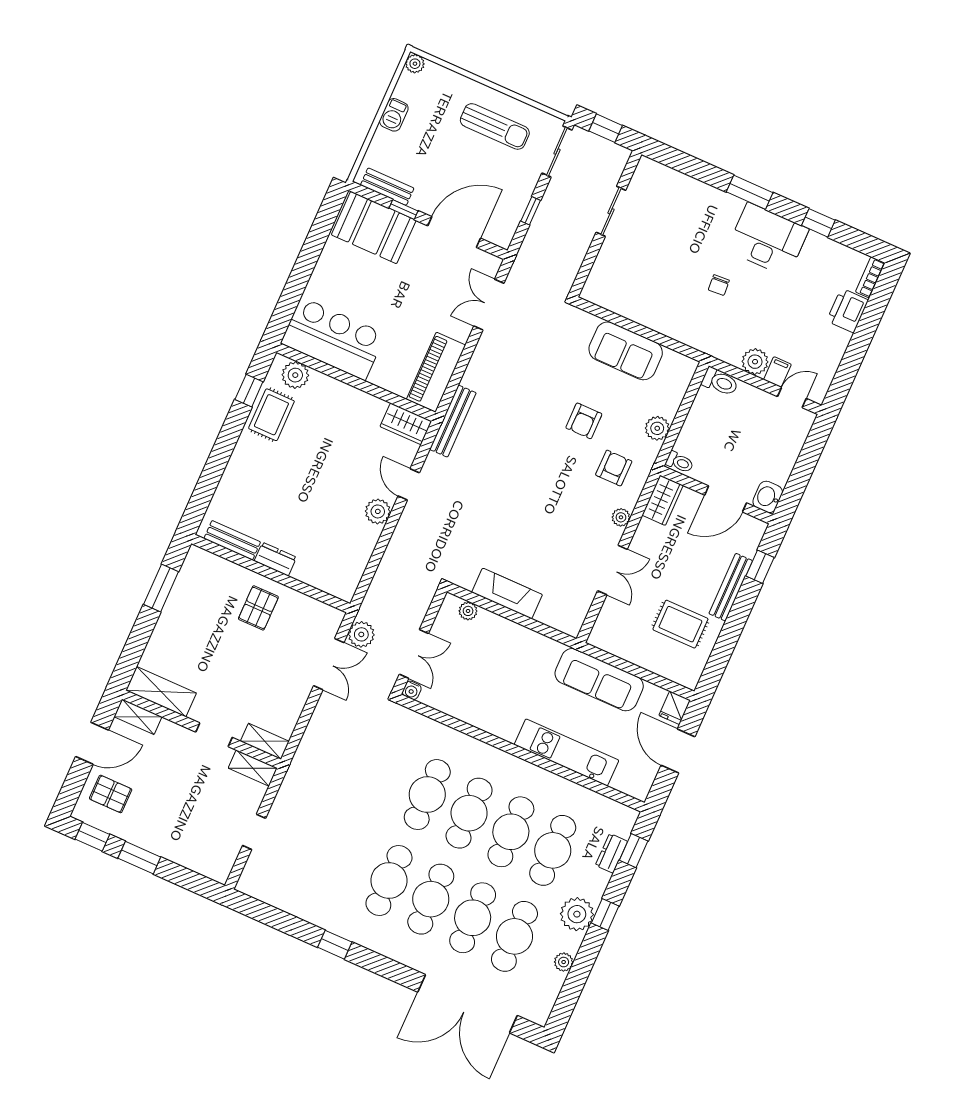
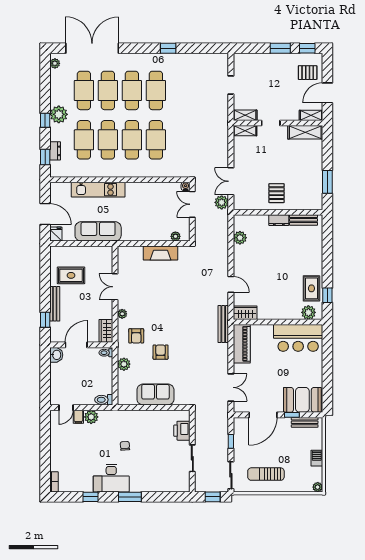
printer: (847, 310) -> (182, 431), moved, turned 180
plant: (378, 511) -> (240, 238), moved
plant: (564, 962) -> (55, 63), moved

